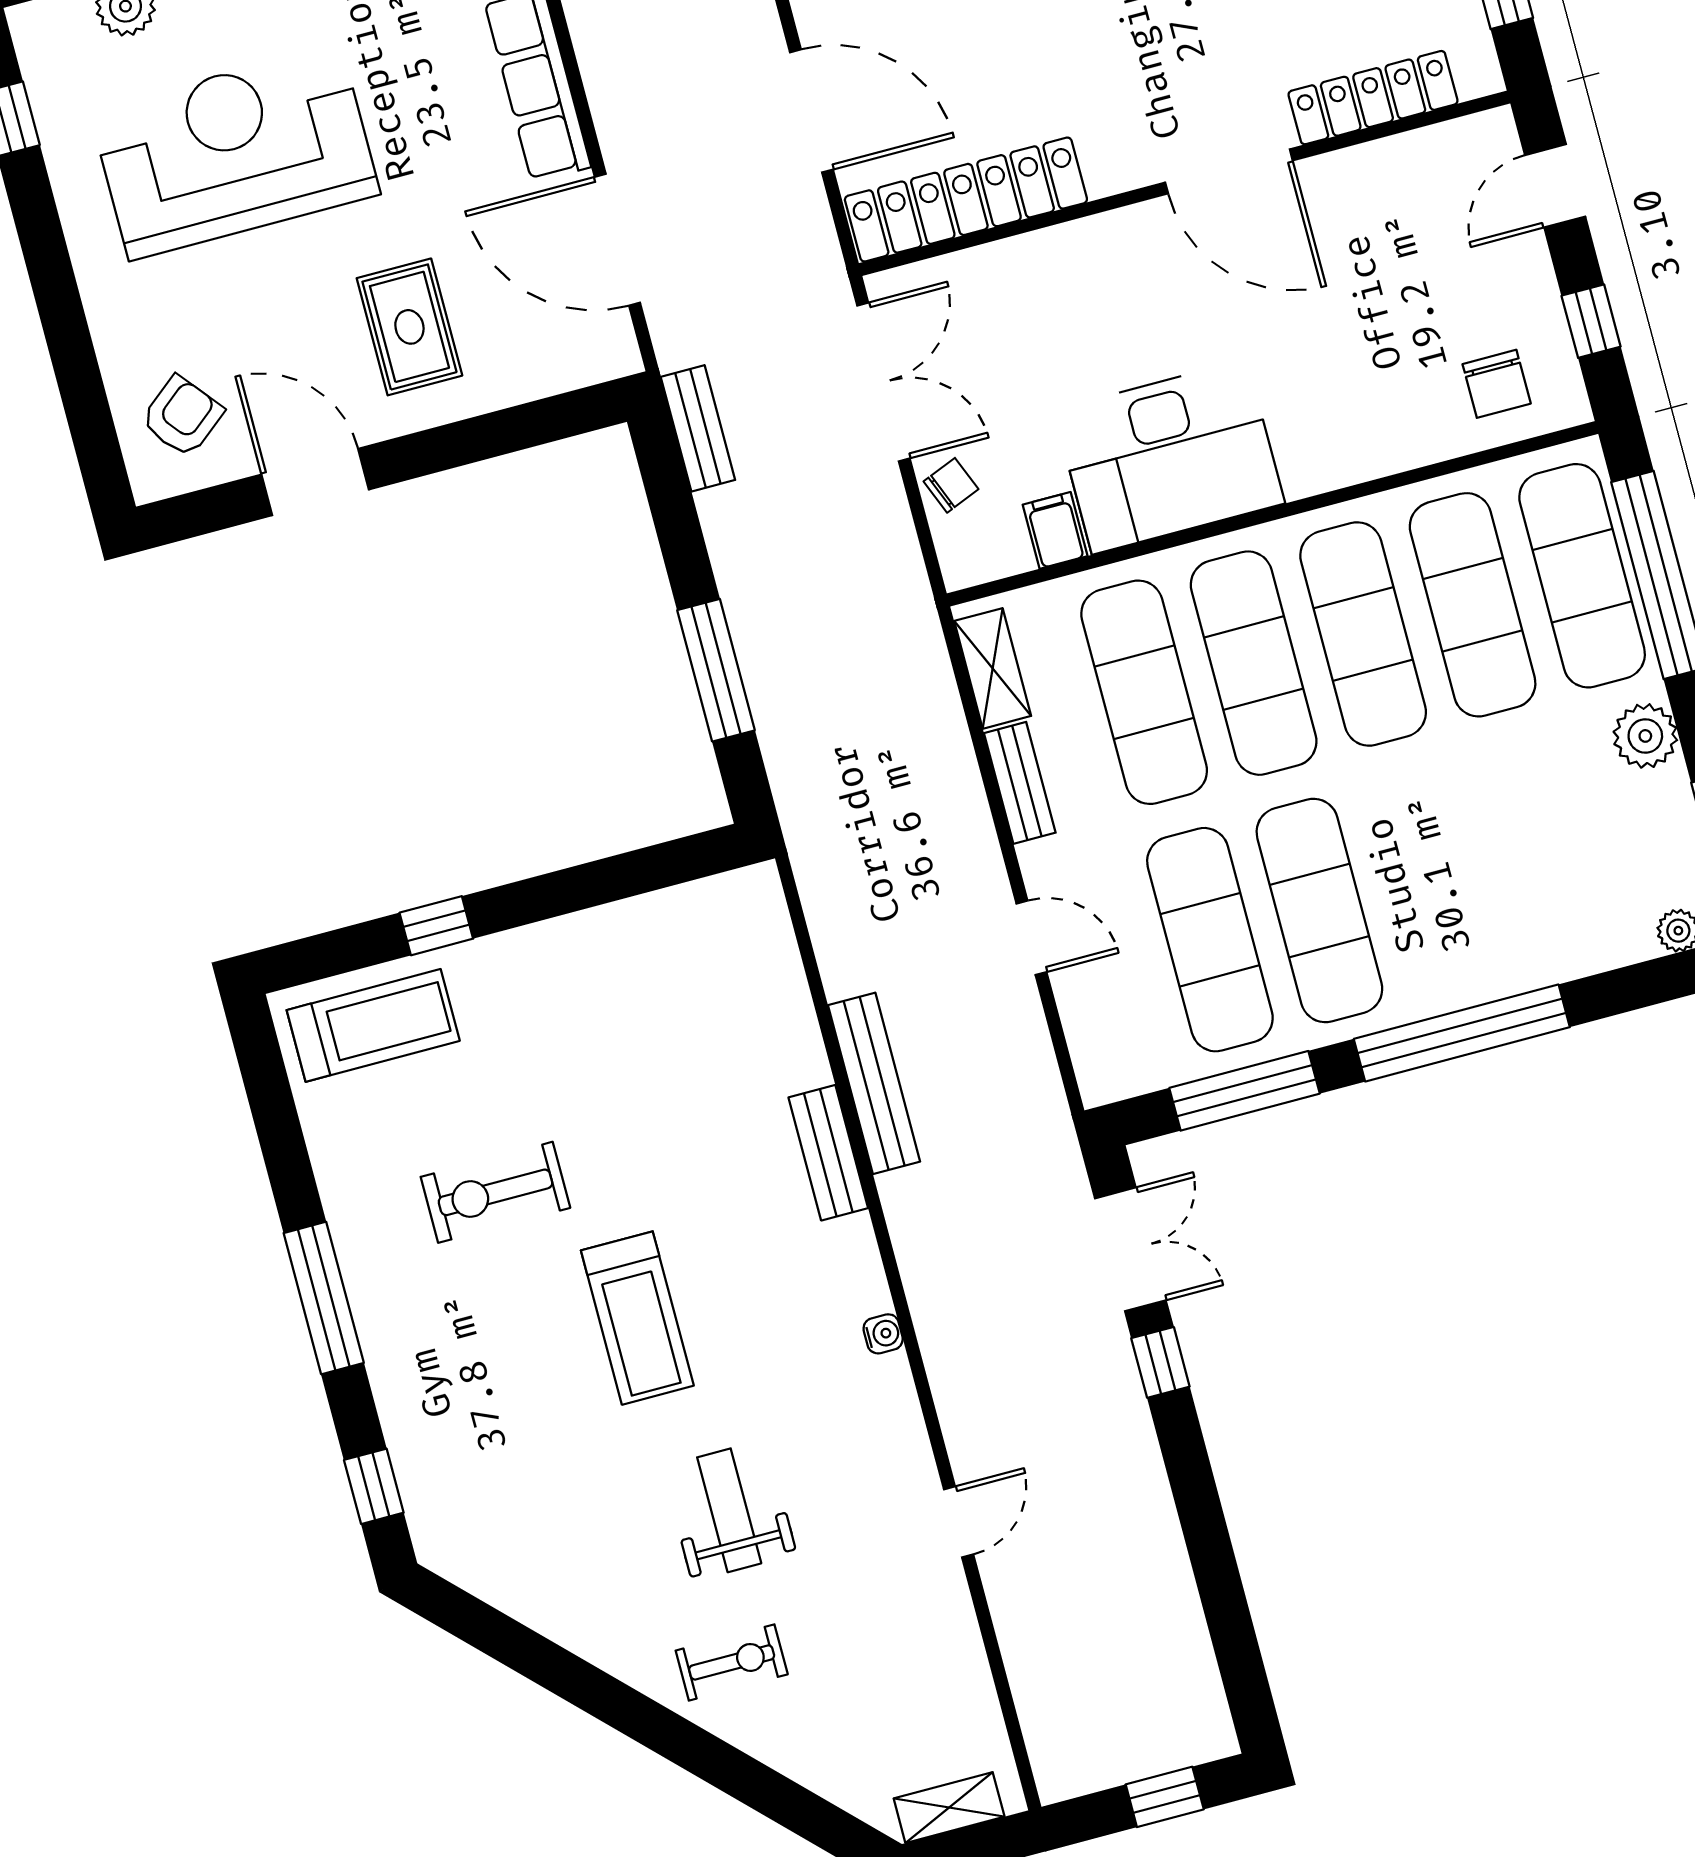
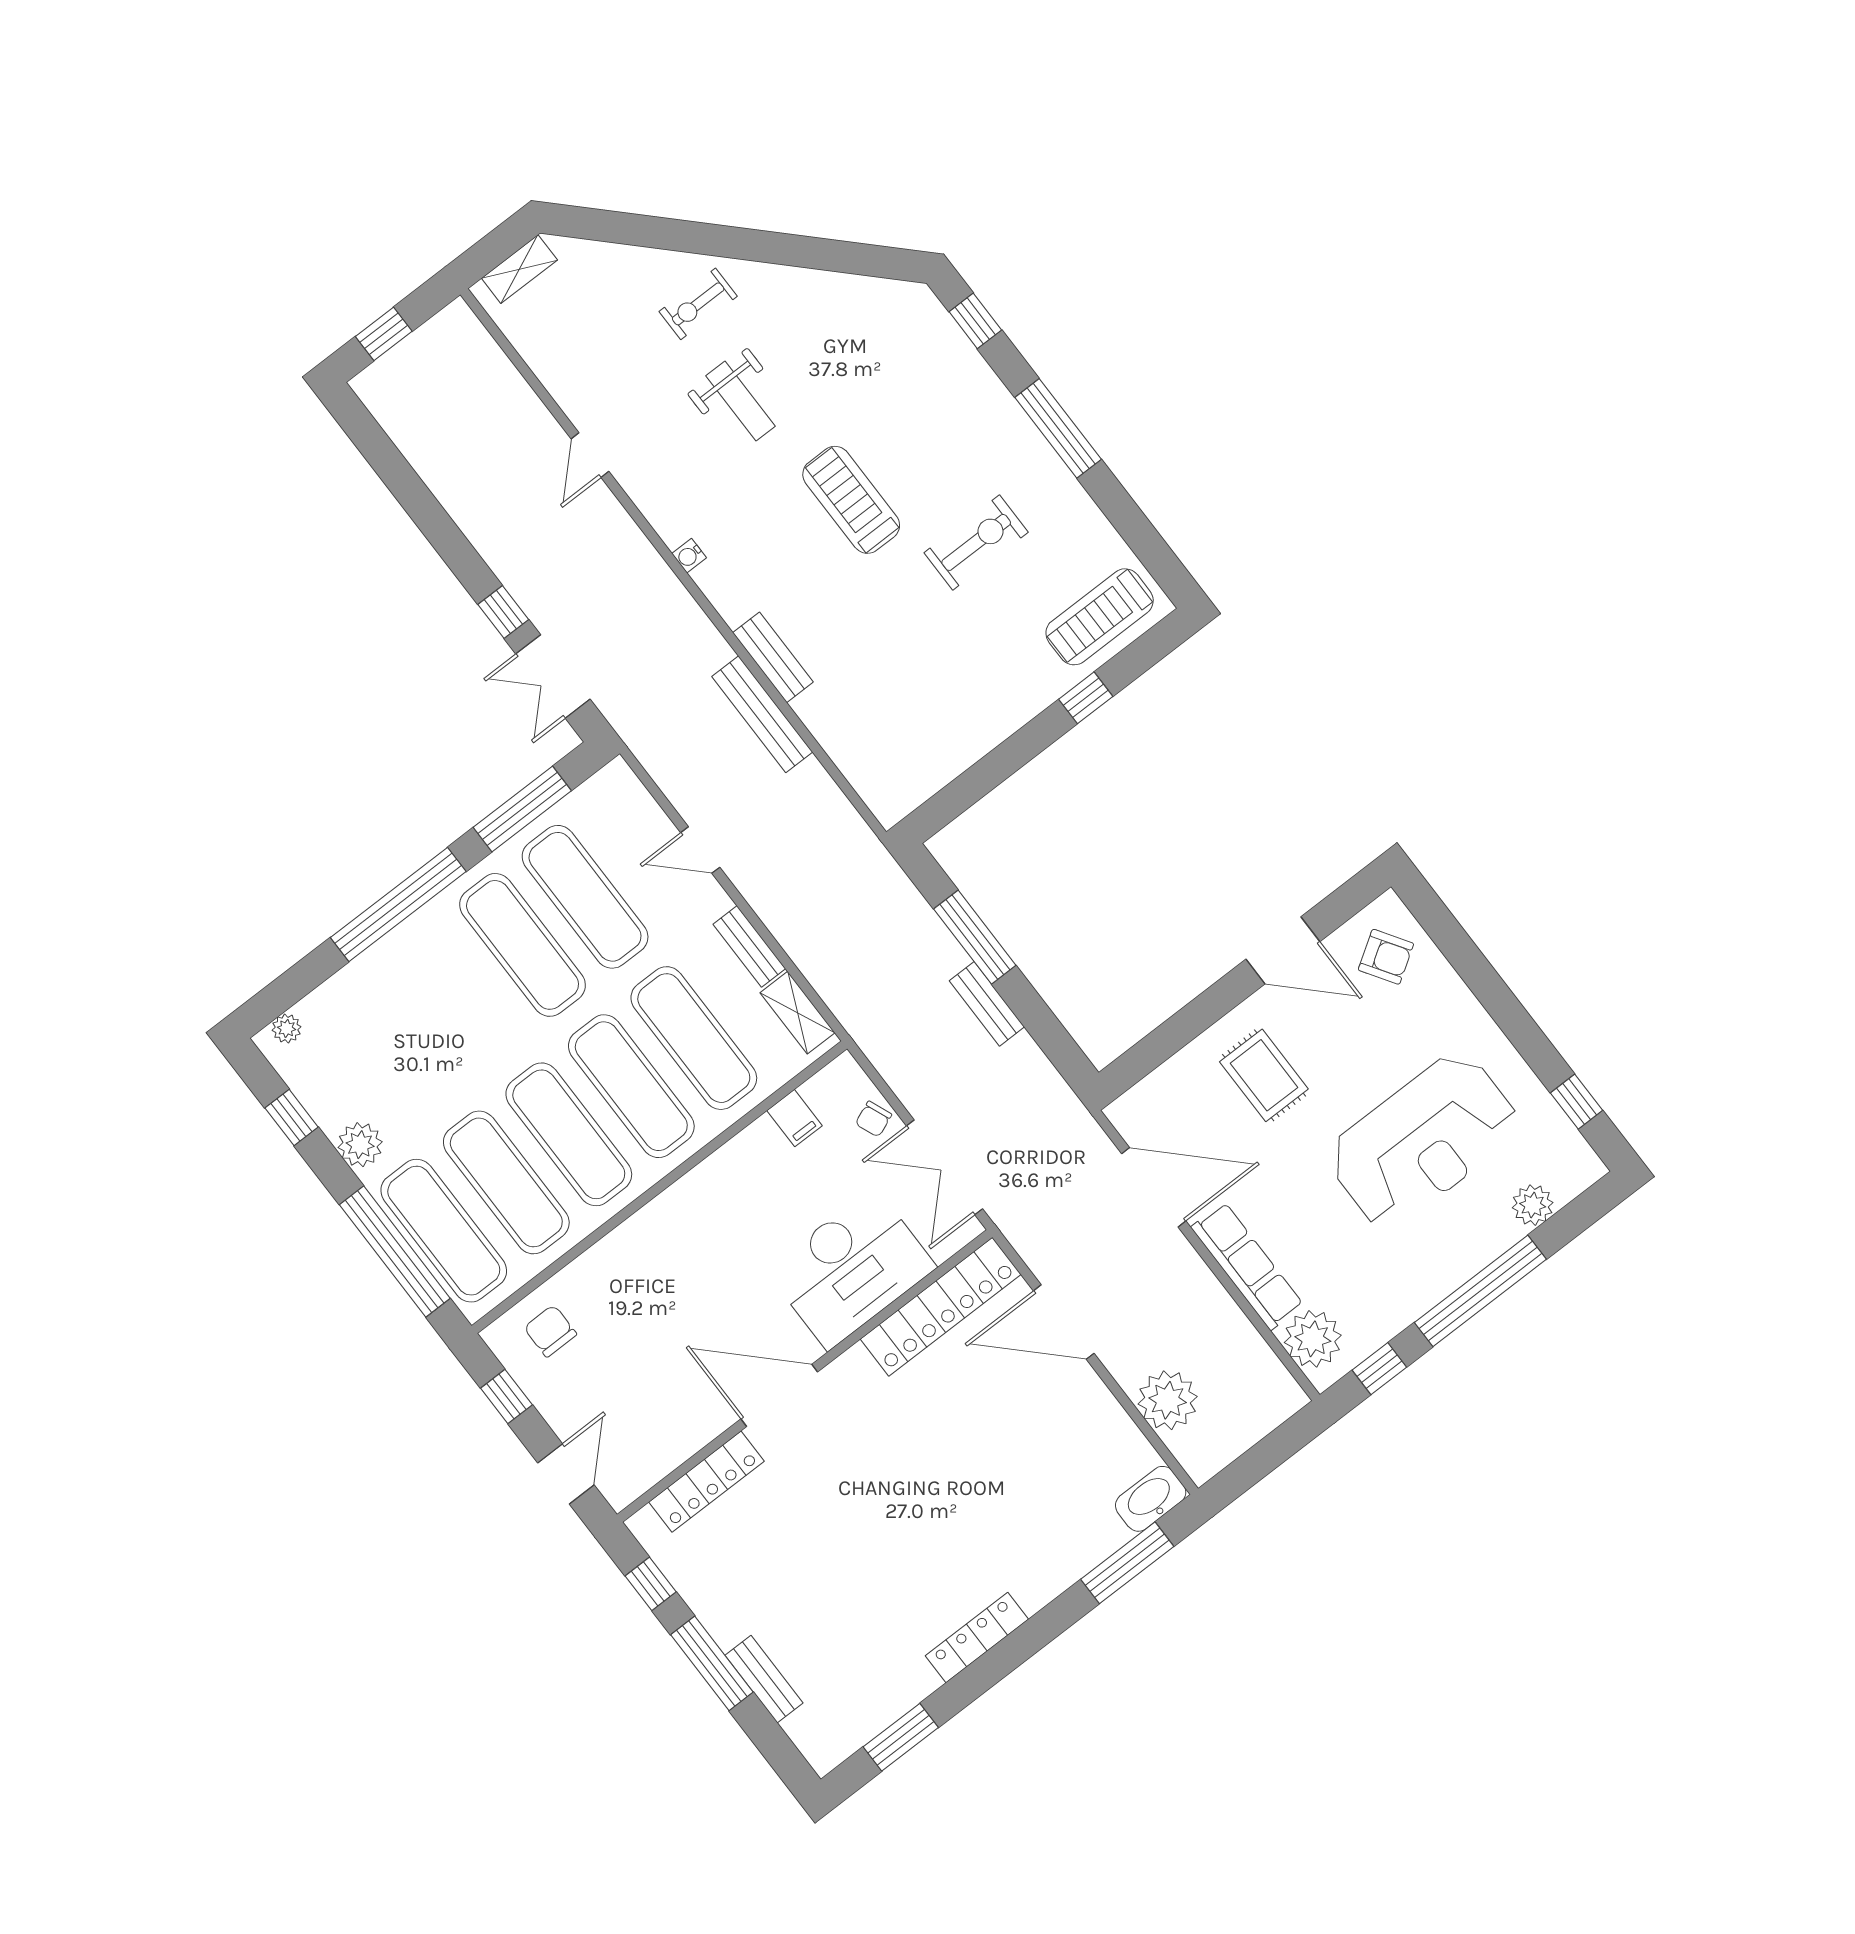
armchair: (182, 416) -> (1386, 957), turned -84
bench: (698, 428) -> (987, 1004), moved
desk: (1169, 457) -> (851, 1269), moved, turned 180

